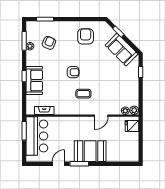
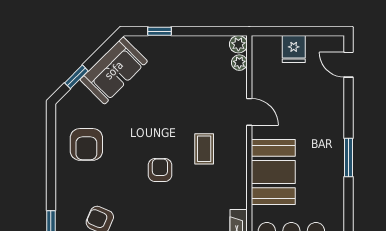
armchair: (86, 36) -> (86, 144), turned -90
fridge: (132, 126) -> (294, 49), moved
booth: (90, 151) -> (273, 172), moved
door: (58, 164) -> (348, 65), moved

